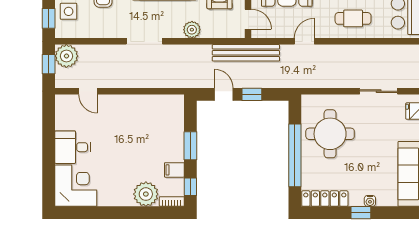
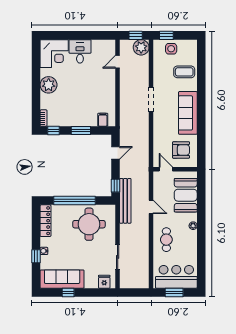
door: (248, 19) -> (166, 169), swing flipped
plant: (192, 30) -> (159, 131), removed
bench: (246, 53) -> (125, 201), moved
window: (252, 94) -> (115, 186), moved
filing cabinet: (174, 170) -> (103, 120), moved
plant: (146, 194) -> (49, 85), moved
window: (361, 213) -> (36, 256), moved

